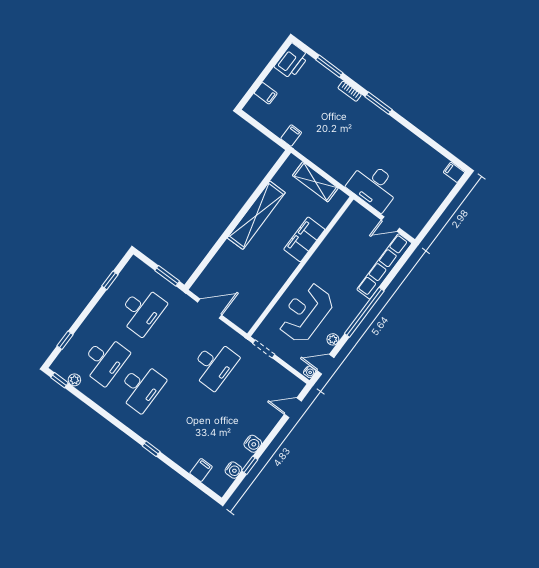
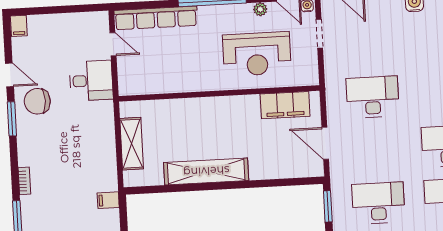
window: (378, 103) -> (12, 119), moved
door: (427, 140) -> (9, 75), added
chair: (395, 143) -> (37, 101), added
desk: (374, 186) -> (91, 81), width x0.73
filing cabinet: (304, 239) -> (285, 105), moved
doorway: (264, 349) -> (319, 34), moved

